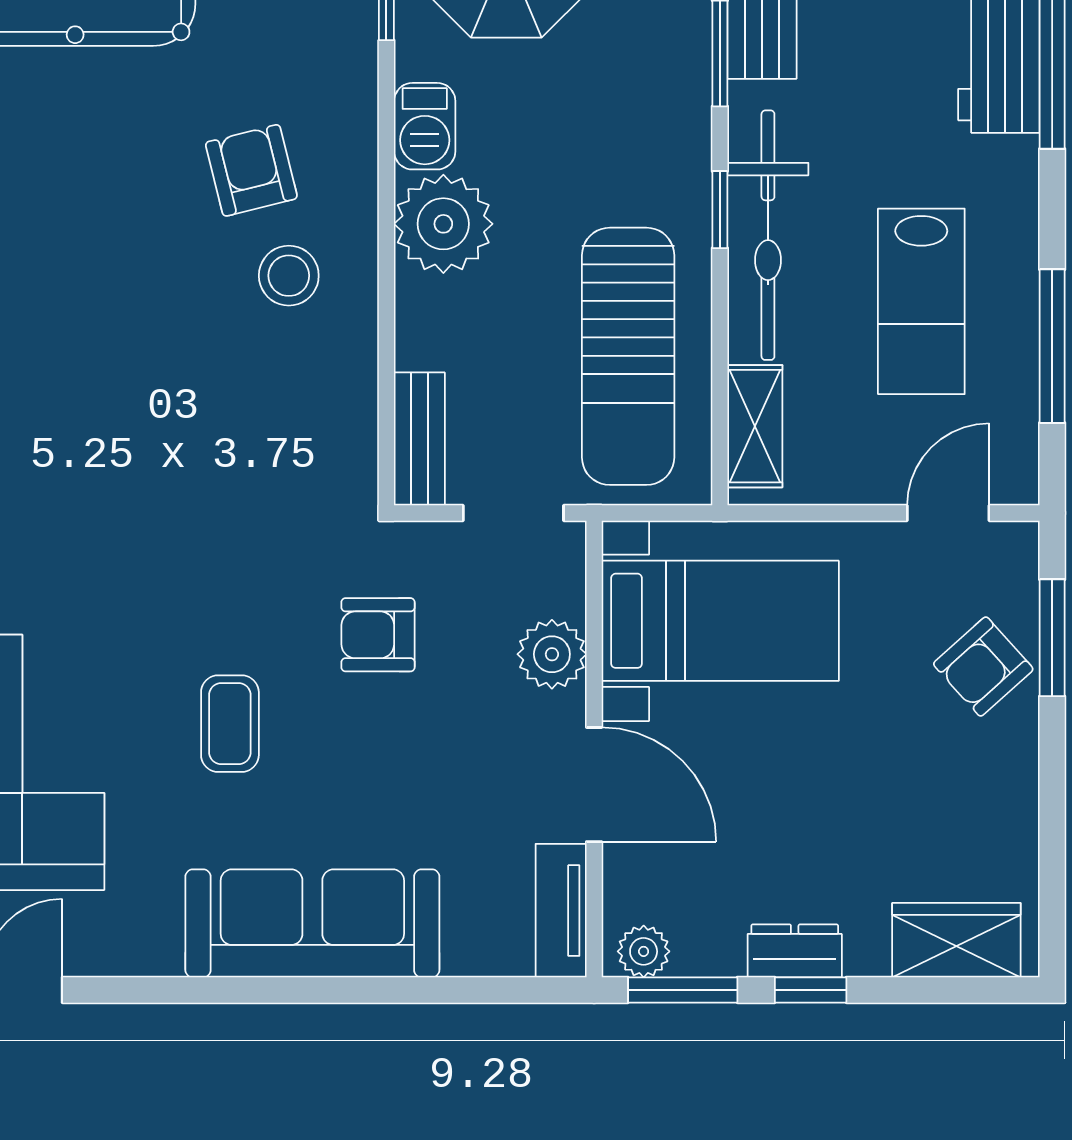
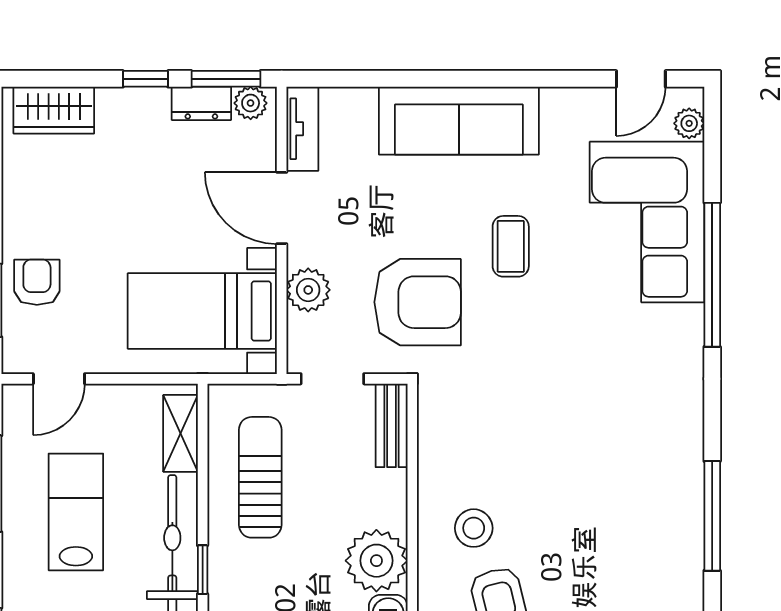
sun lounger: (628, 356) -> (260, 477), width x0.73, depth x0.75
armchair: (378, 635) -> (418, 302), width x1.88, depth x1.88
armchair: (983, 667) -> (37, 282), turned -48
dresser: (795, 951) -> (201, 103), moved

